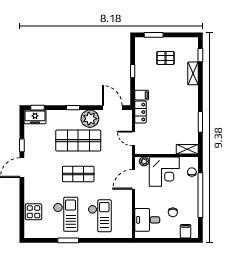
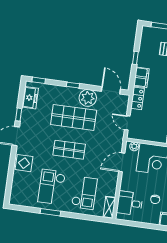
filing cabinet: (142, 95) -> (141, 77), width x2.00
freezer: (35, 117) -> (30, 98), moved, turned -90
display table: (33, 212) -> (24, 163), moved
checkout: (66, 214) -> (52, 187), turned 180
shelving: (127, 227) -> (109, 207), added

